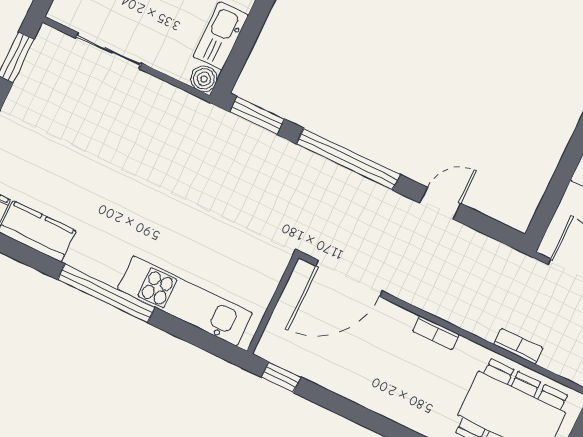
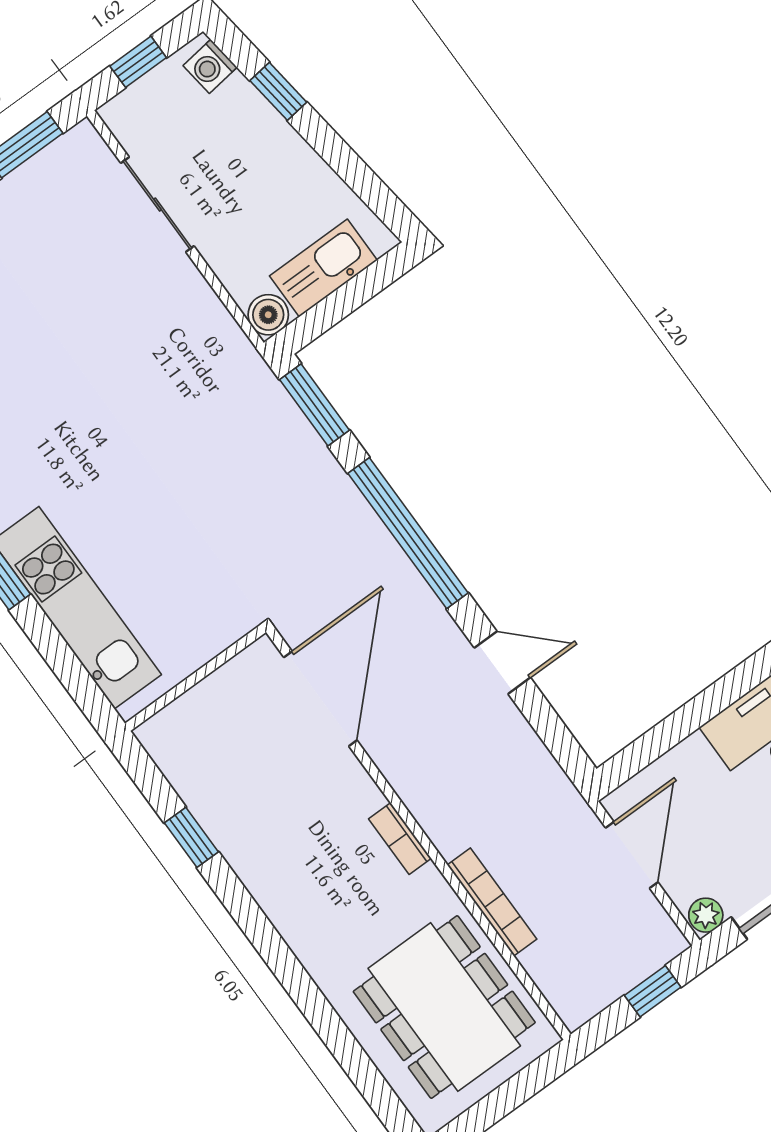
door: (349, 278) -> (320, 699), swing flipped
bookcase: (518, 346) -> (492, 902), width x1.56
window: (281, 377) -> (191, 837), moved

